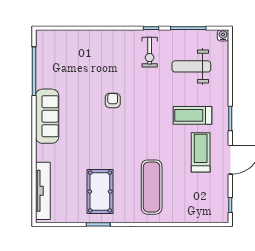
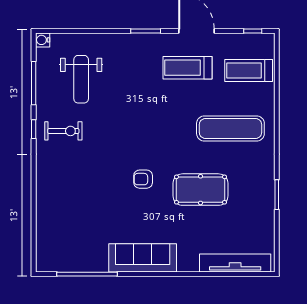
armchair: (113, 100) -> (143, 179), moved
treadmill: (193, 115) -> (249, 71), moved, turned 90
pool table: (100, 192) -> (200, 190), moved

